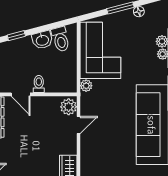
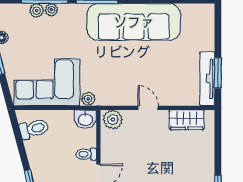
washbasin: (42, 40) -> (85, 119), moved, turned 105
door: (79, 125) -> (148, 108), moved

